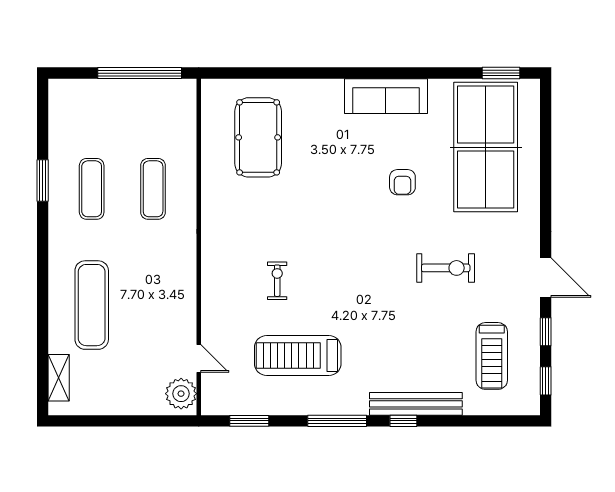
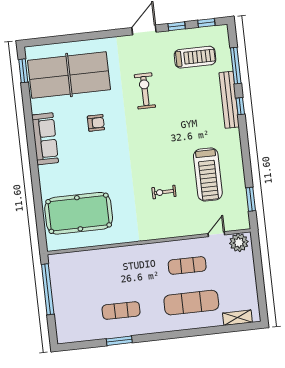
pool table: (258, 137) -> (79, 213), width x1.36, depth x1.32
exercise mat: (153, 189) -> (187, 265), moved
window: (337, 421) -> (236, 66), moved

